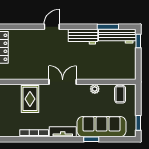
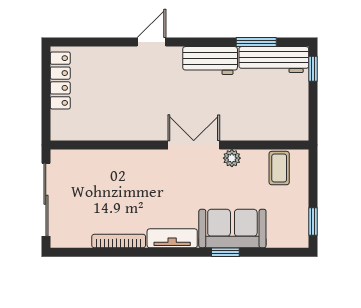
double door: (63, 82) -> (194, 145), moved
rug: (30, 99) -> (111, 177), removed
sofa: (101, 127) -> (232, 229), width x0.73

